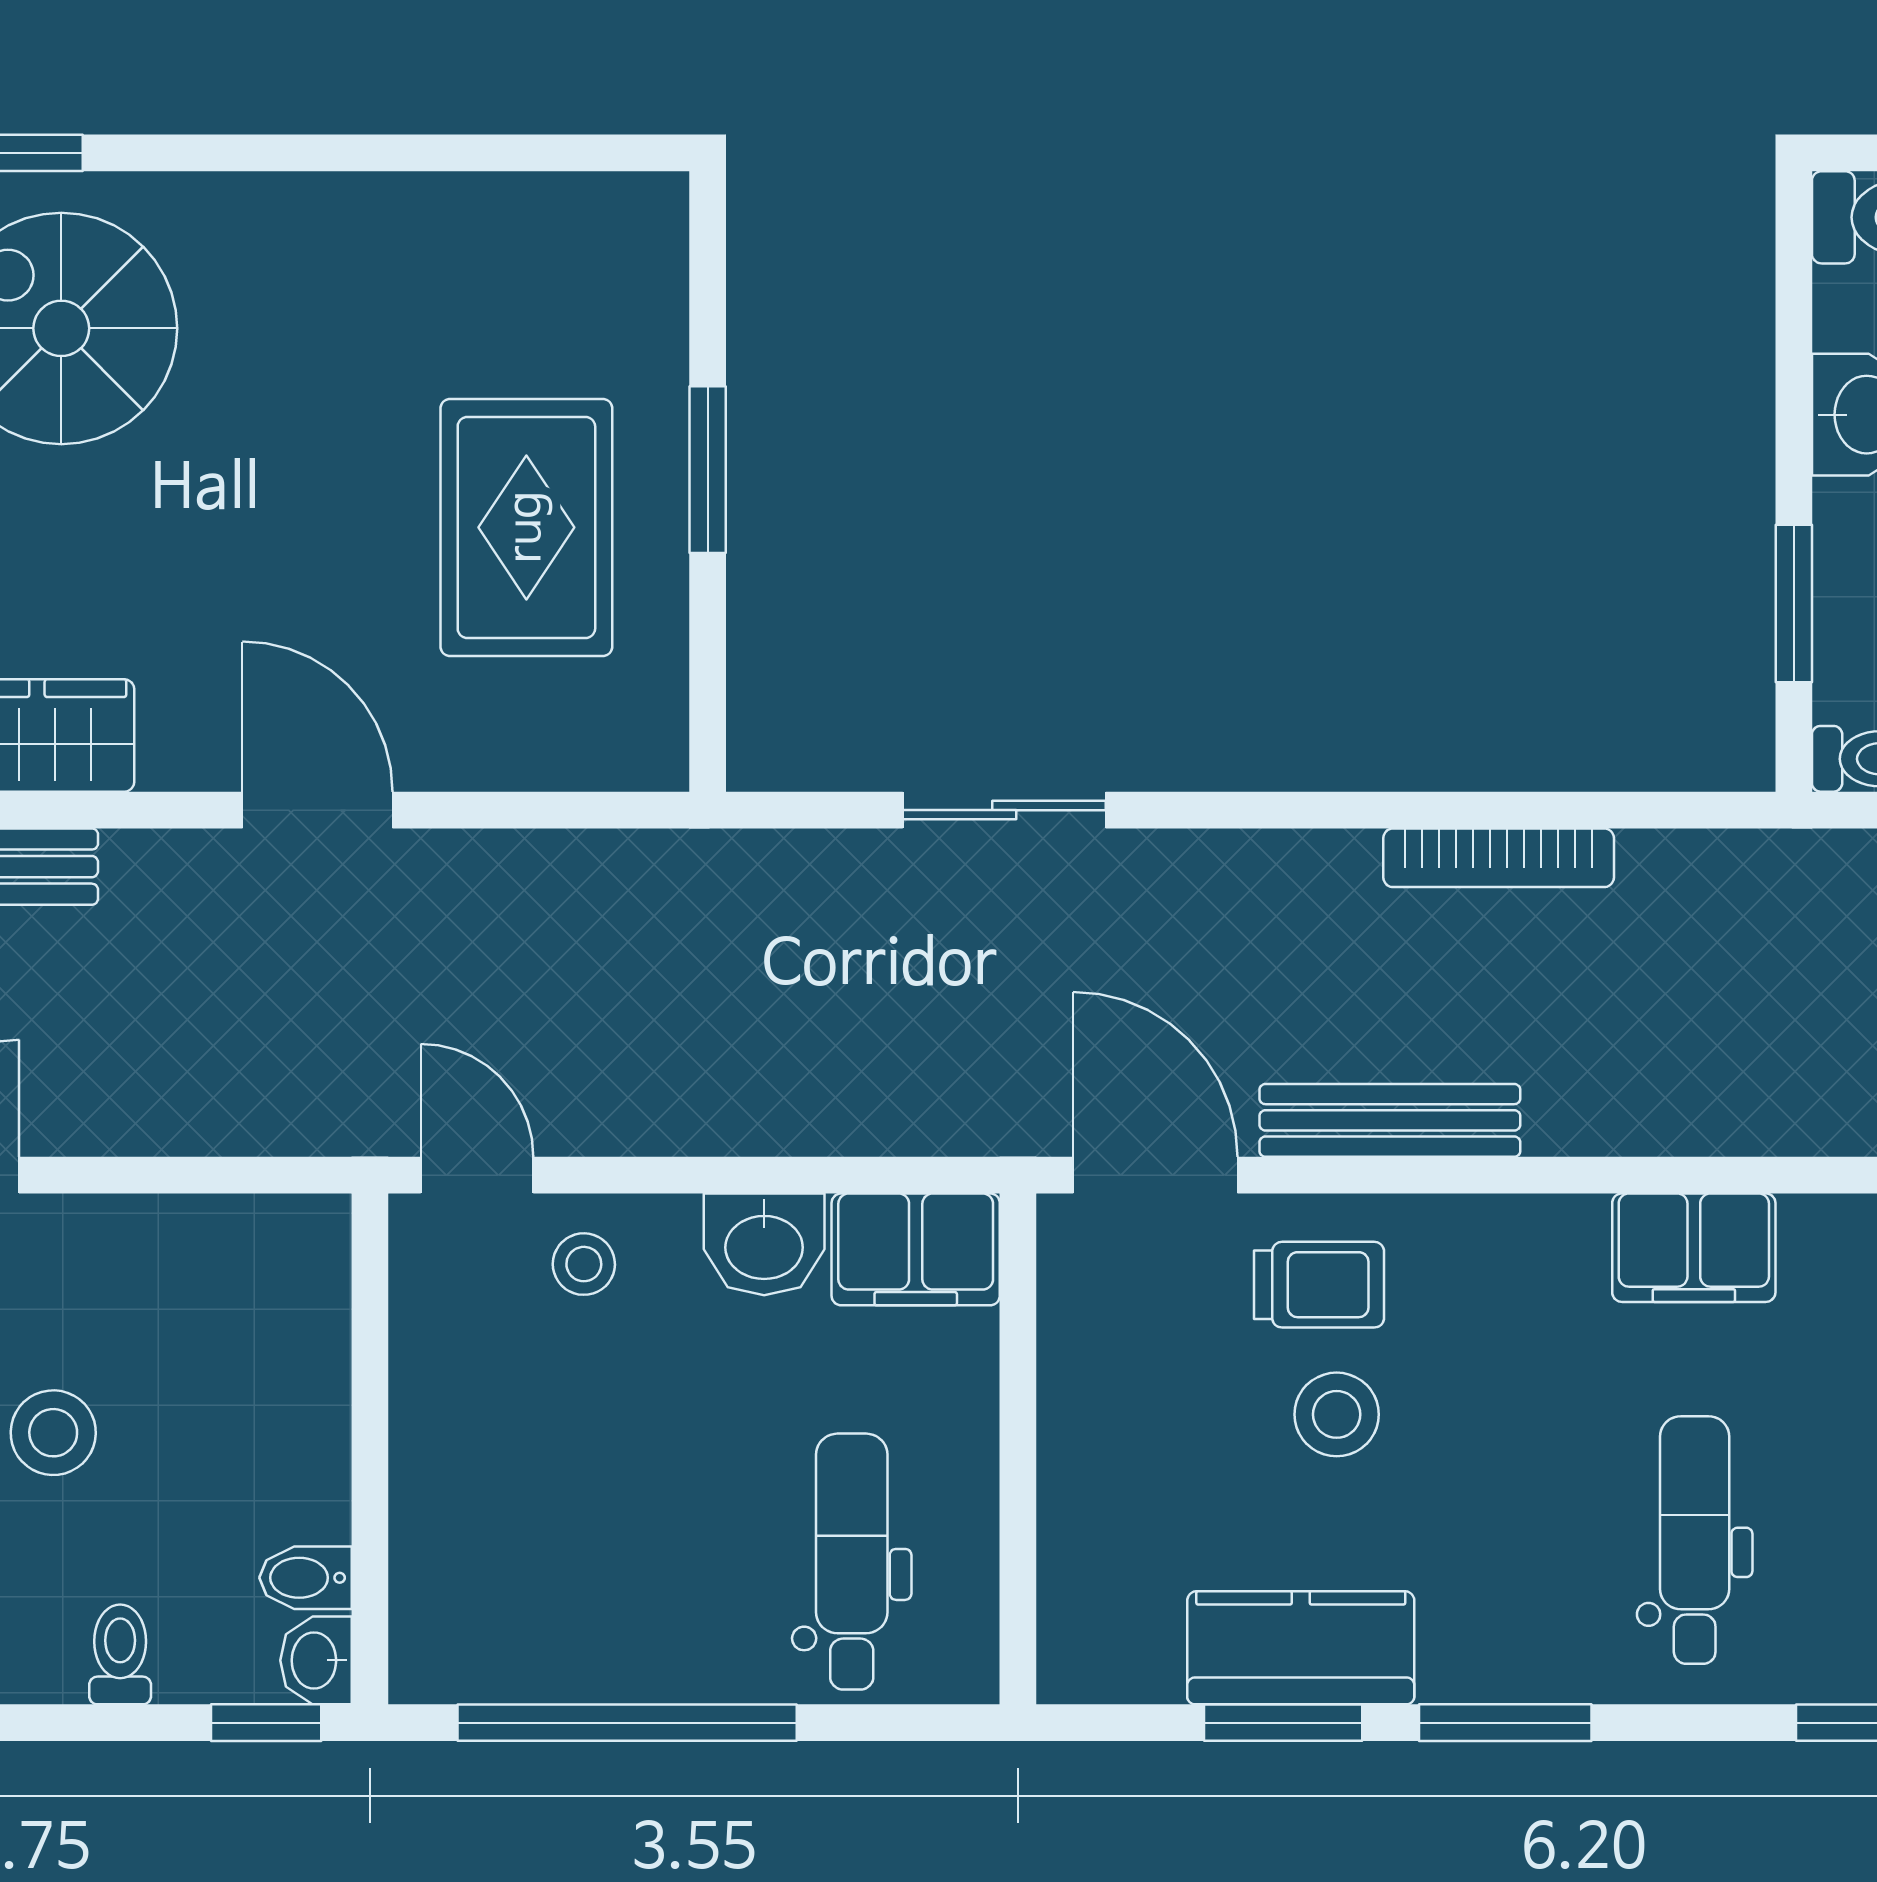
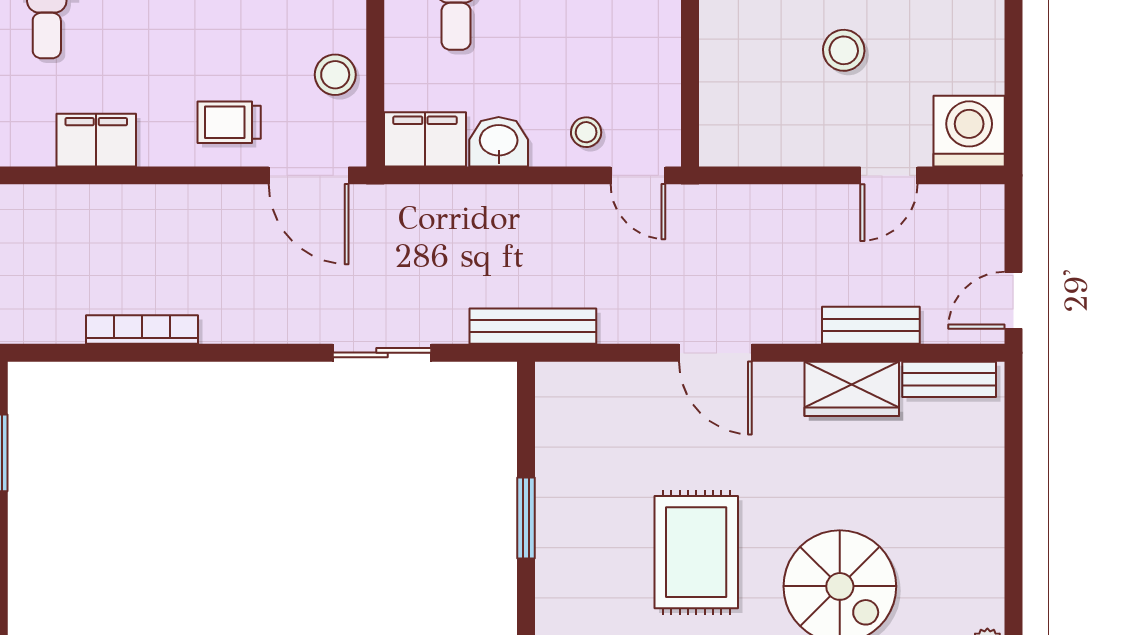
rug: (526, 527) -> (696, 552), moved
bench: (1390, 1120) -> (533, 326), moved
filing cabinet: (1694, 1248) -> (96, 140), moved
stool: (1337, 1414) -> (335, 75), moved

